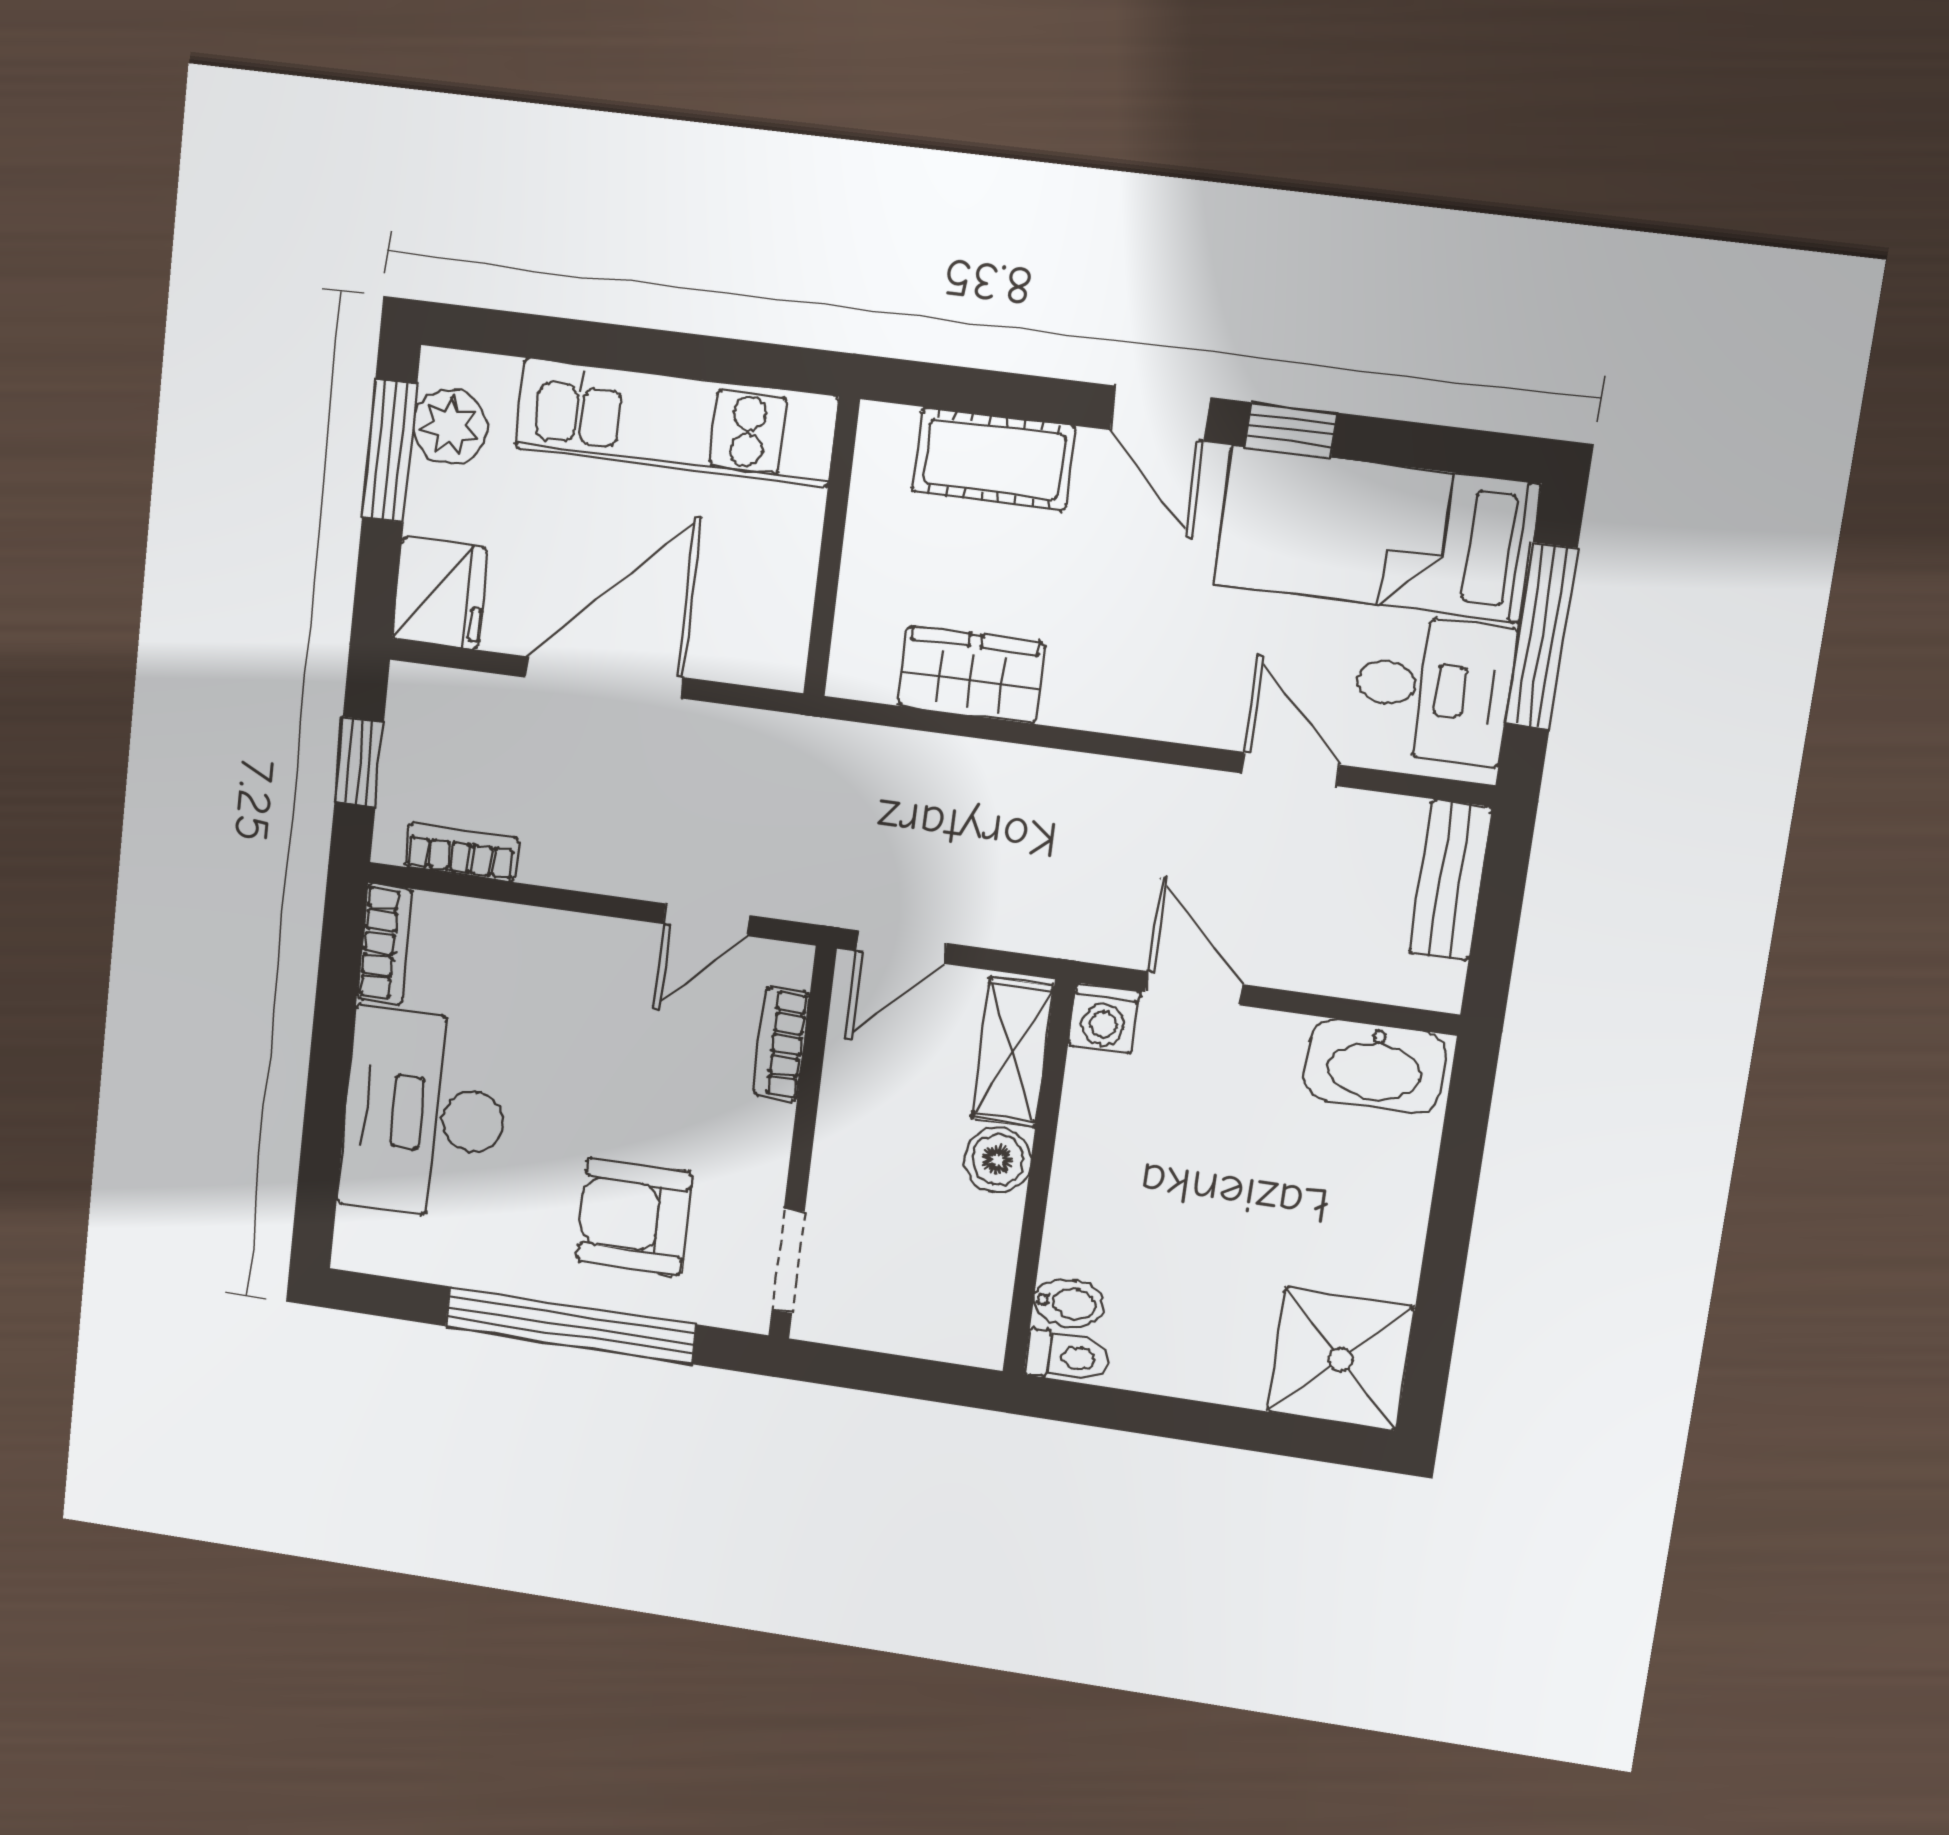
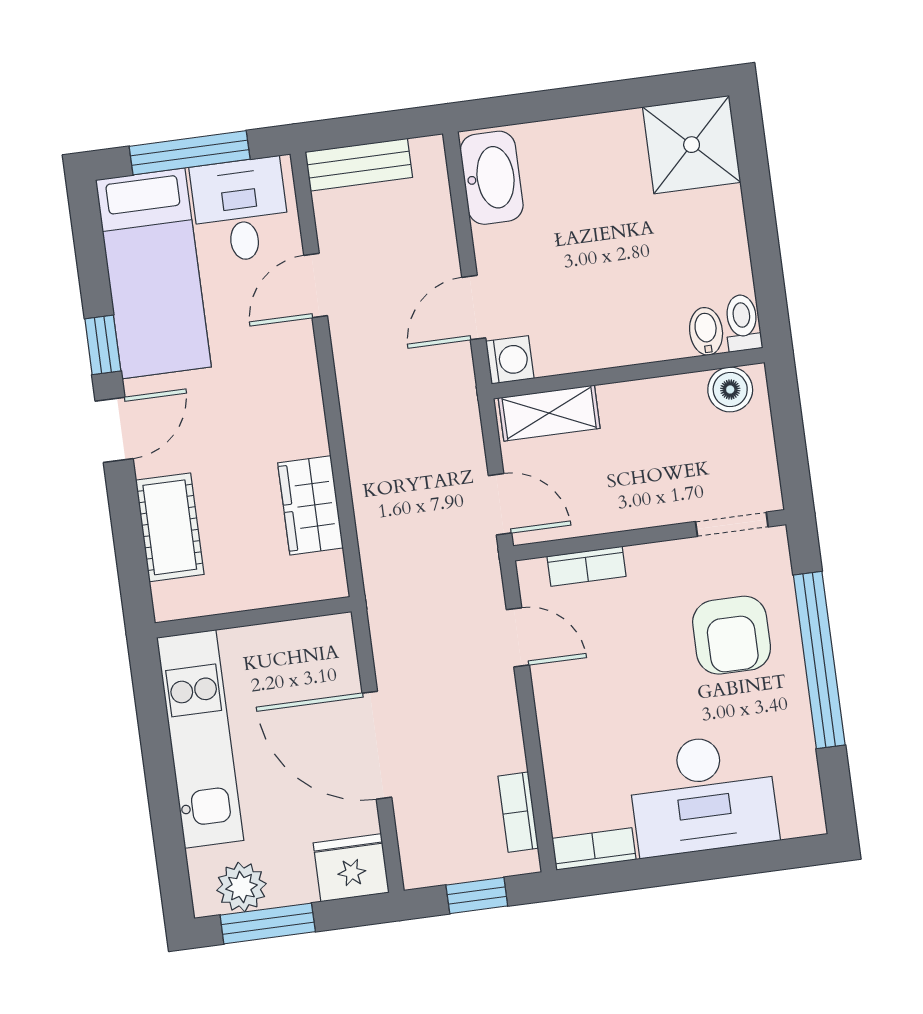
boiler: (998, 1160) -> (730, 389), moved

